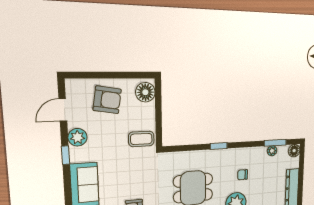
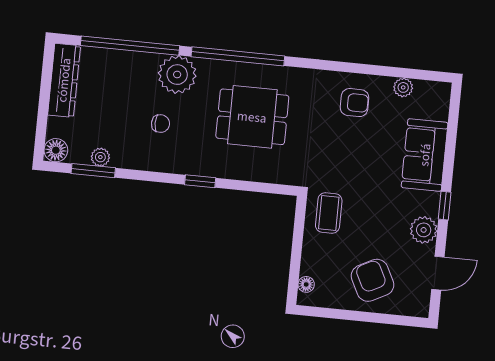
floor lamp: (145, 92) -> (306, 284), width x0.53, depth x0.53
armchair: (107, 100) -> (373, 280), turned 54
coffee table: (141, 139) -> (329, 213), turned 90

